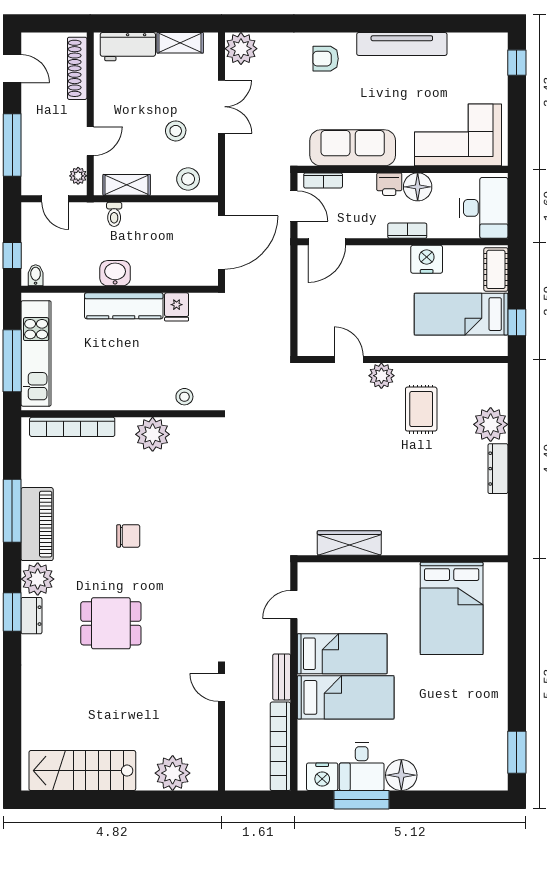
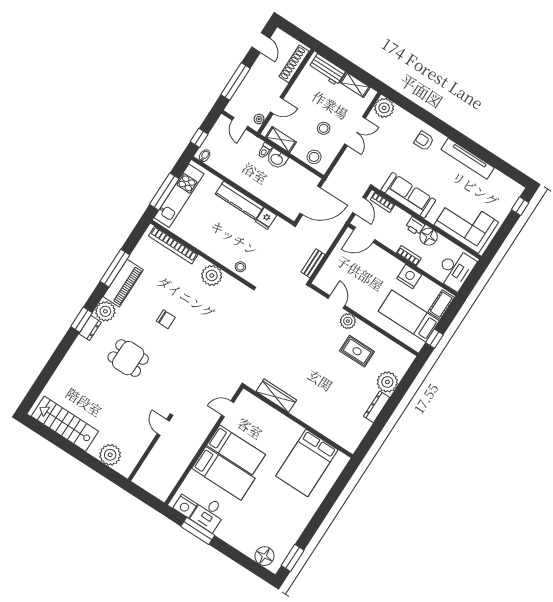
washbasin: (115, 273) -> (277, 159), moved, turned 180
rug: (421, 409) -> (357, 351), turned 90
bench: (282, 677) -> (313, 263), moved
bookcase: (280, 746) -> (174, 477), removed
floor lamp: (401, 775) -> (264, 556), moved

